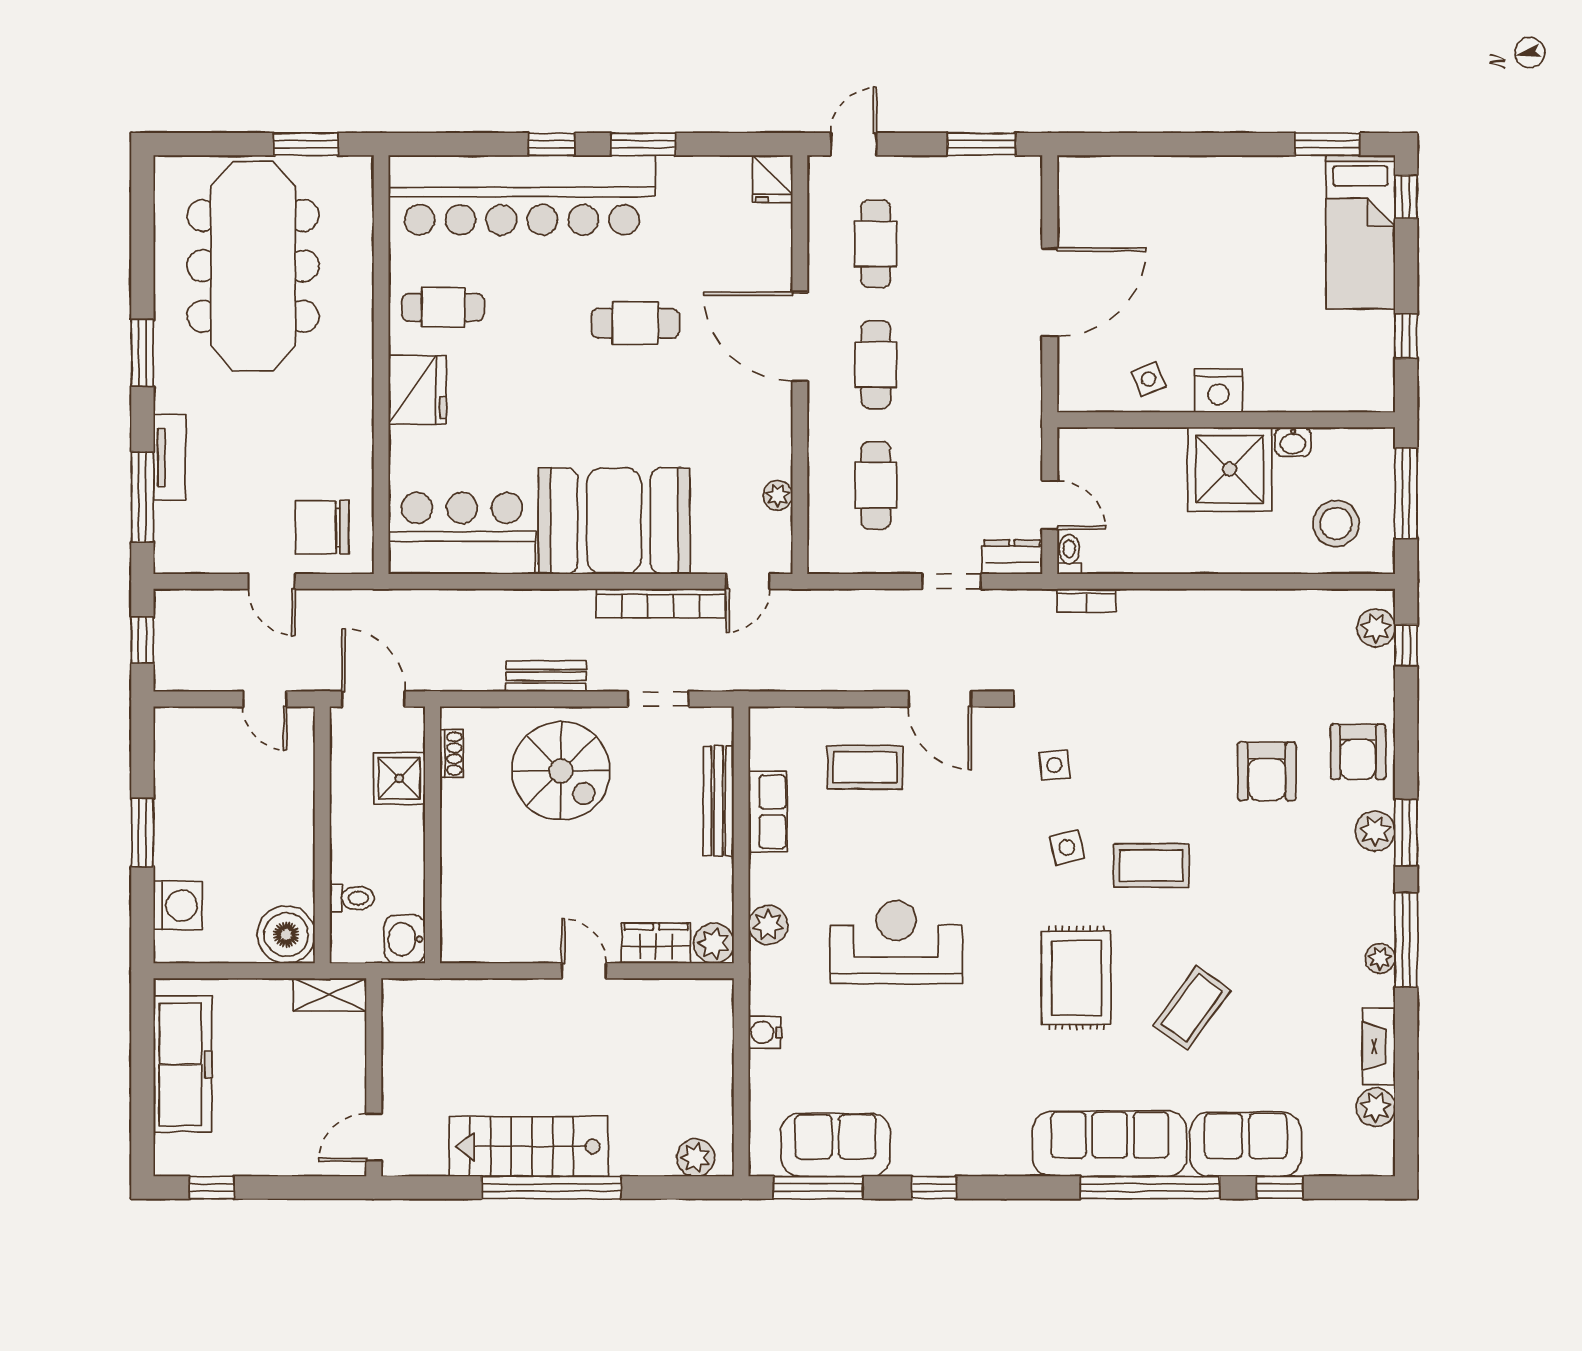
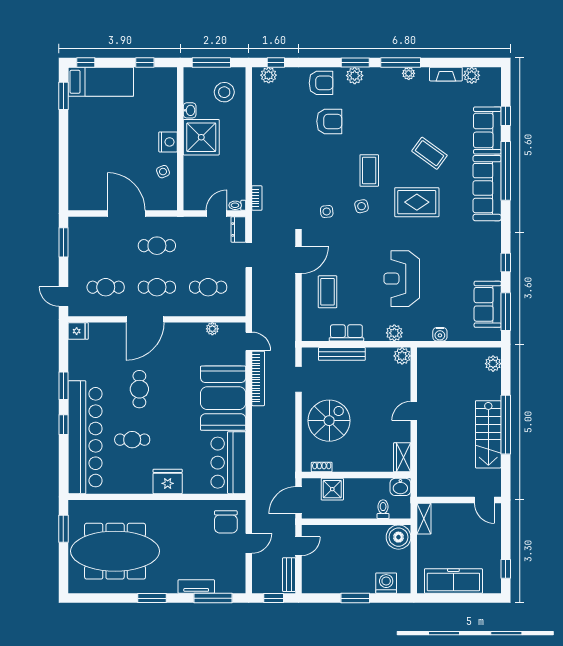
cafe table: (443, 307) -> (132, 440), moved, turned 90
cafe table: (974, 365) -> (157, 246), added
bench: (546, 676) -> (289, 575), moved
wardrobe: (656, 943) -> (402, 457), moved

